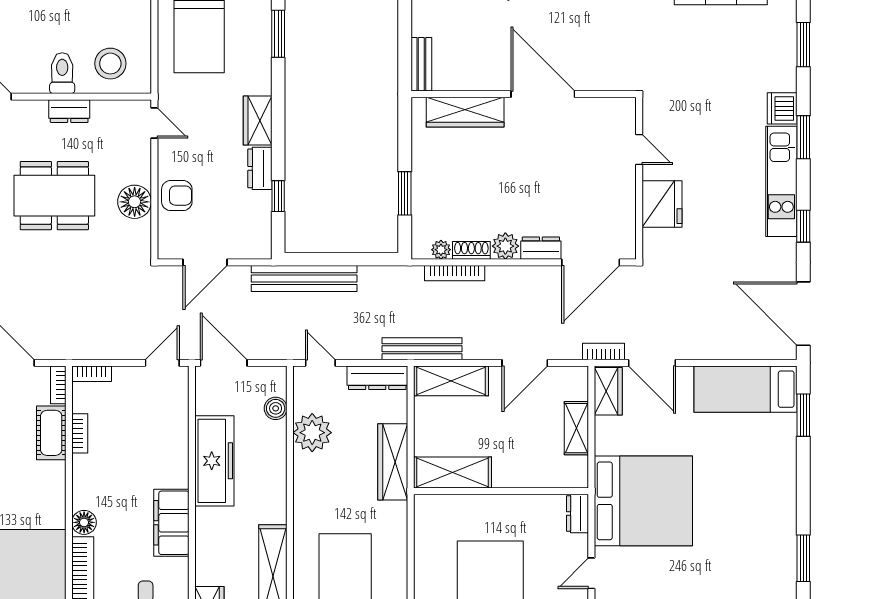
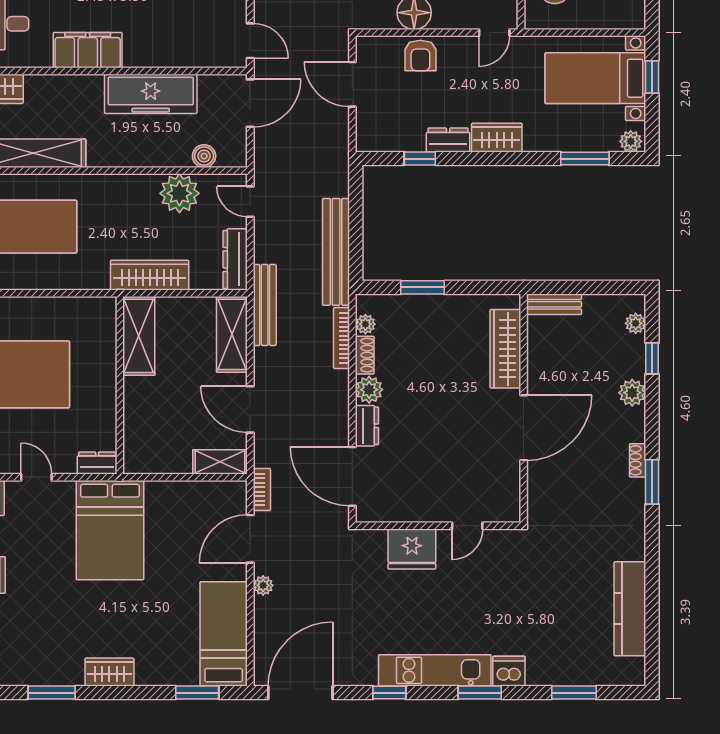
bench: (304, 279) -> (336, 252), moved
plant: (698, 350) -> (263, 585), added
door: (320, 363) -> (250, 202), swing flipped
wardrobe: (608, 391) -> (109, 672), moved, turned 180
shelving: (576, 428) -> (220, 462), moved
bed: (643, 501) -> (110, 530), width x0.73

